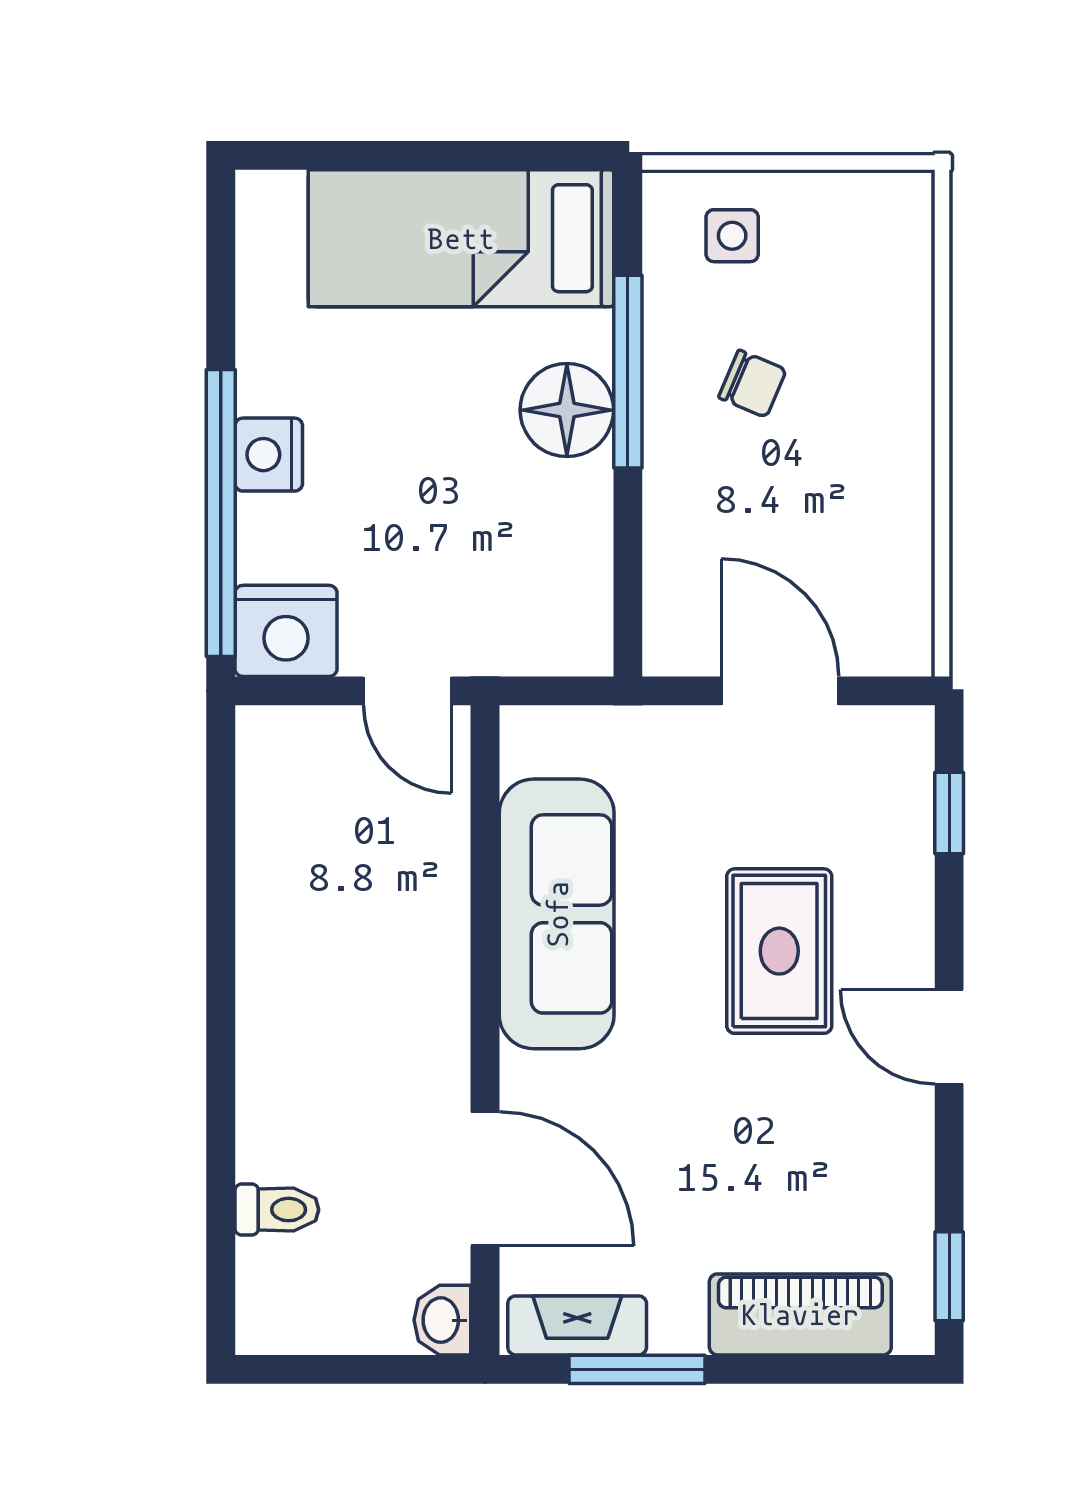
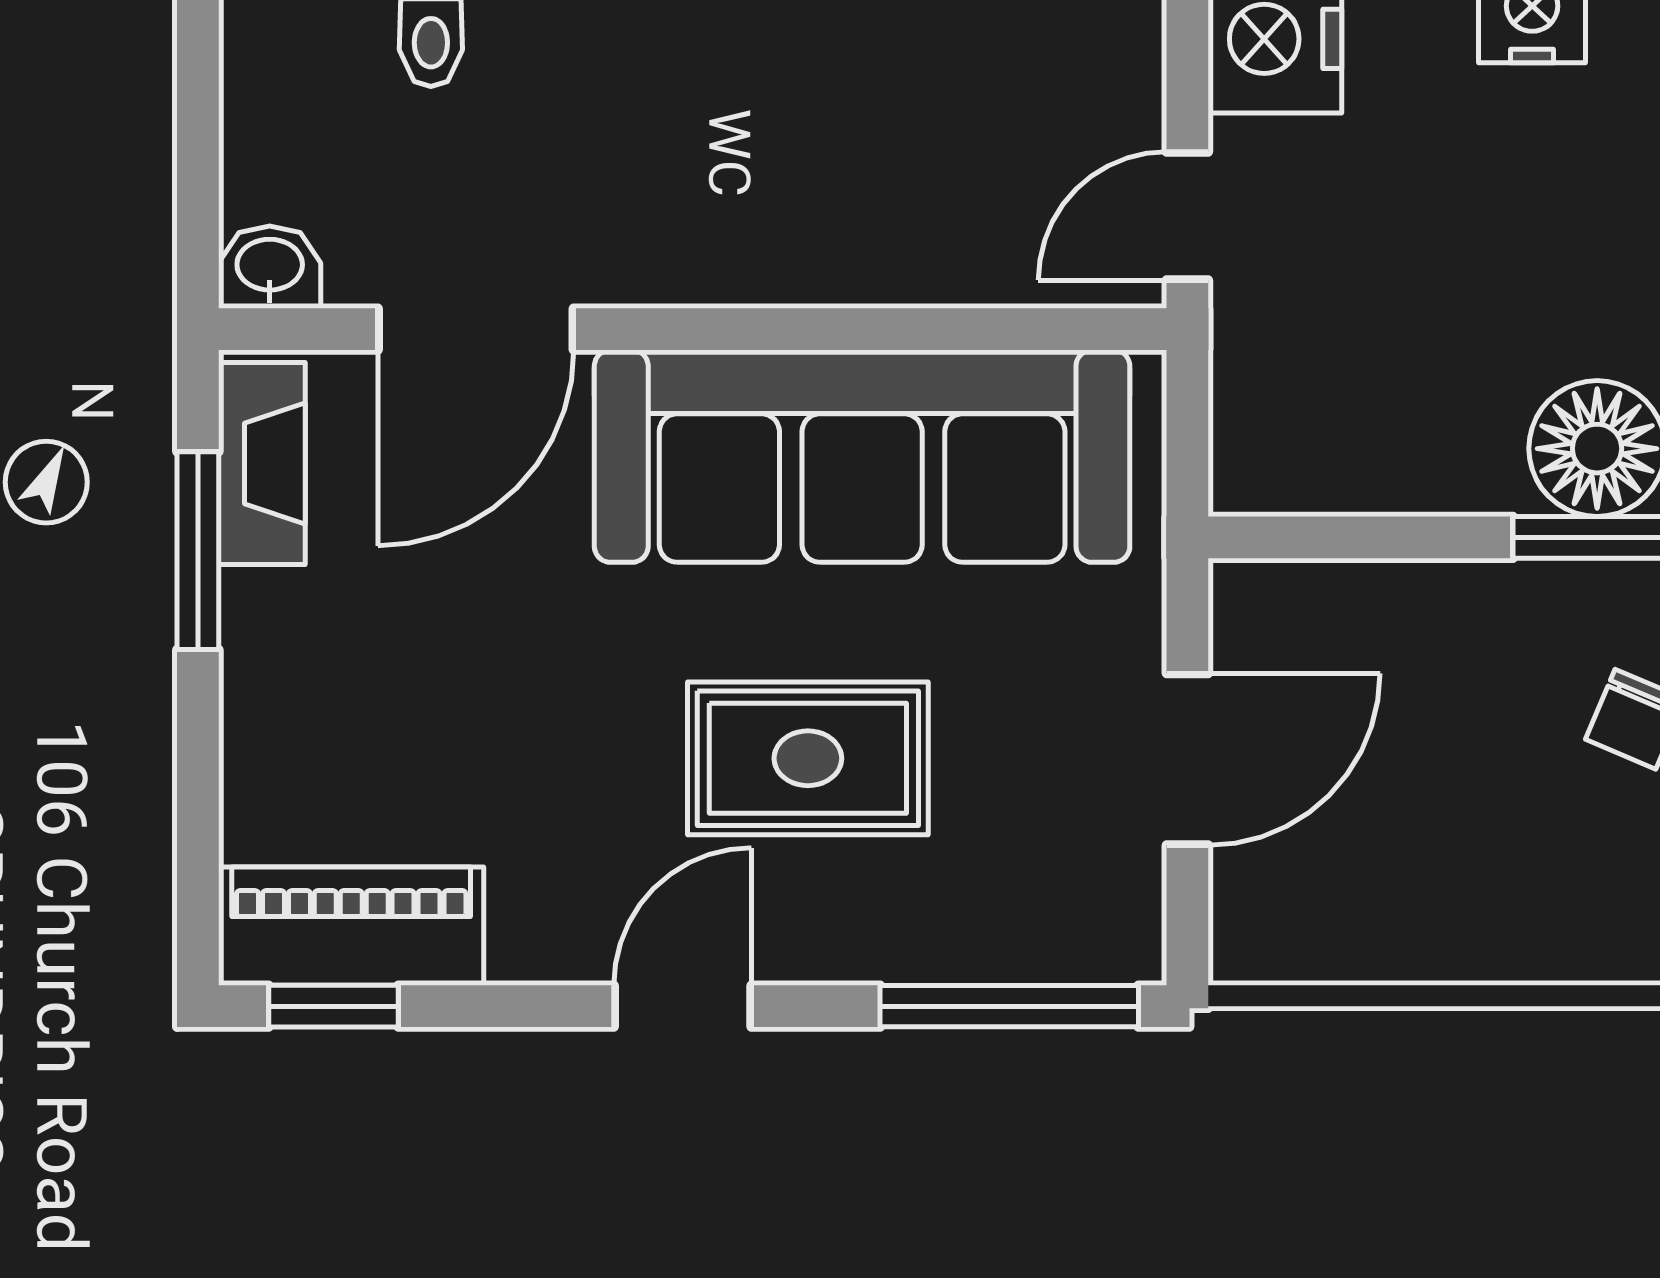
window: (949, 813) -> (1009, 1006), width x2.17
sofa: (557, 914) -> (862, 456), width x1.36, depth x1.27
piano: (800, 1314) -> (351, 926), moved, turned -90

